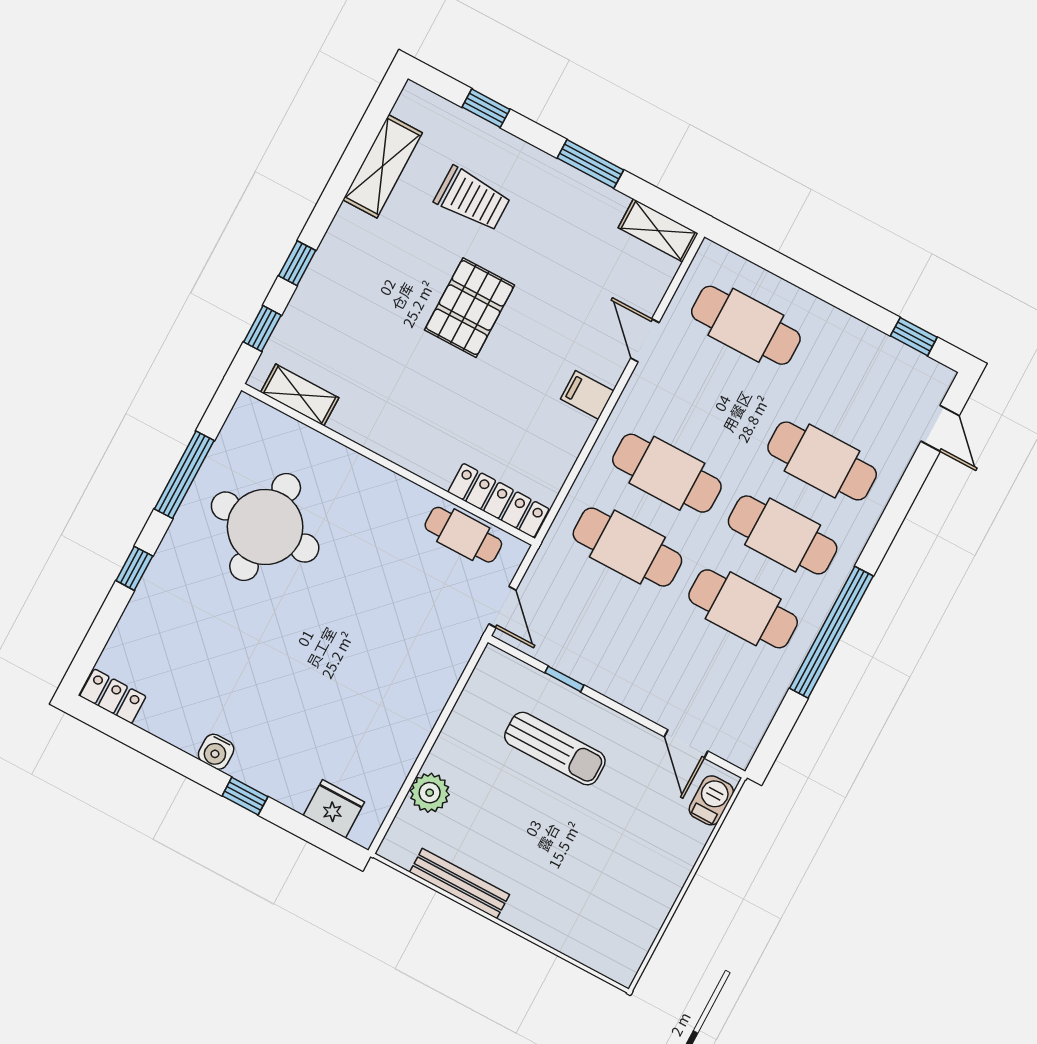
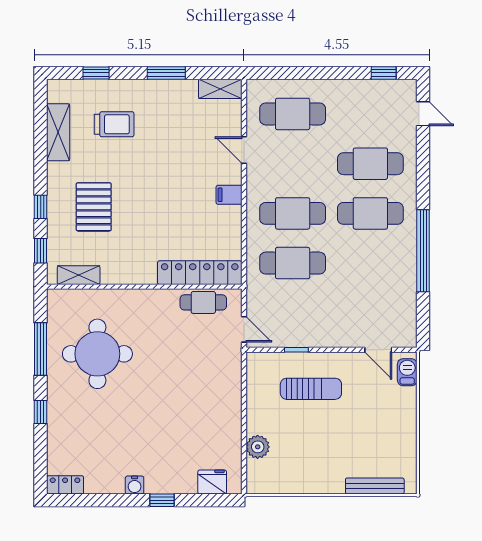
pallet: (470, 308) -> (94, 207), moved
locker: (498, 500) -> (200, 273), width x1.41, depth x1.21
cafe table: (743, 609) -> (370, 263), removed
bench: (459, 883) -> (375, 486), moved

